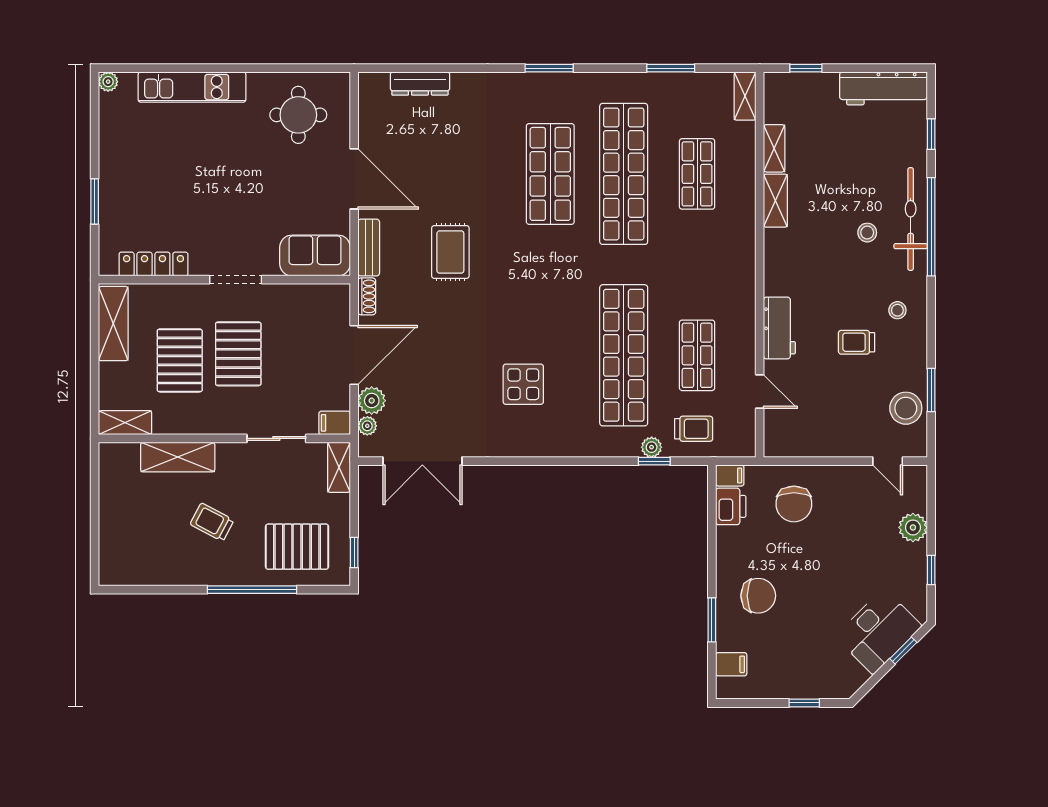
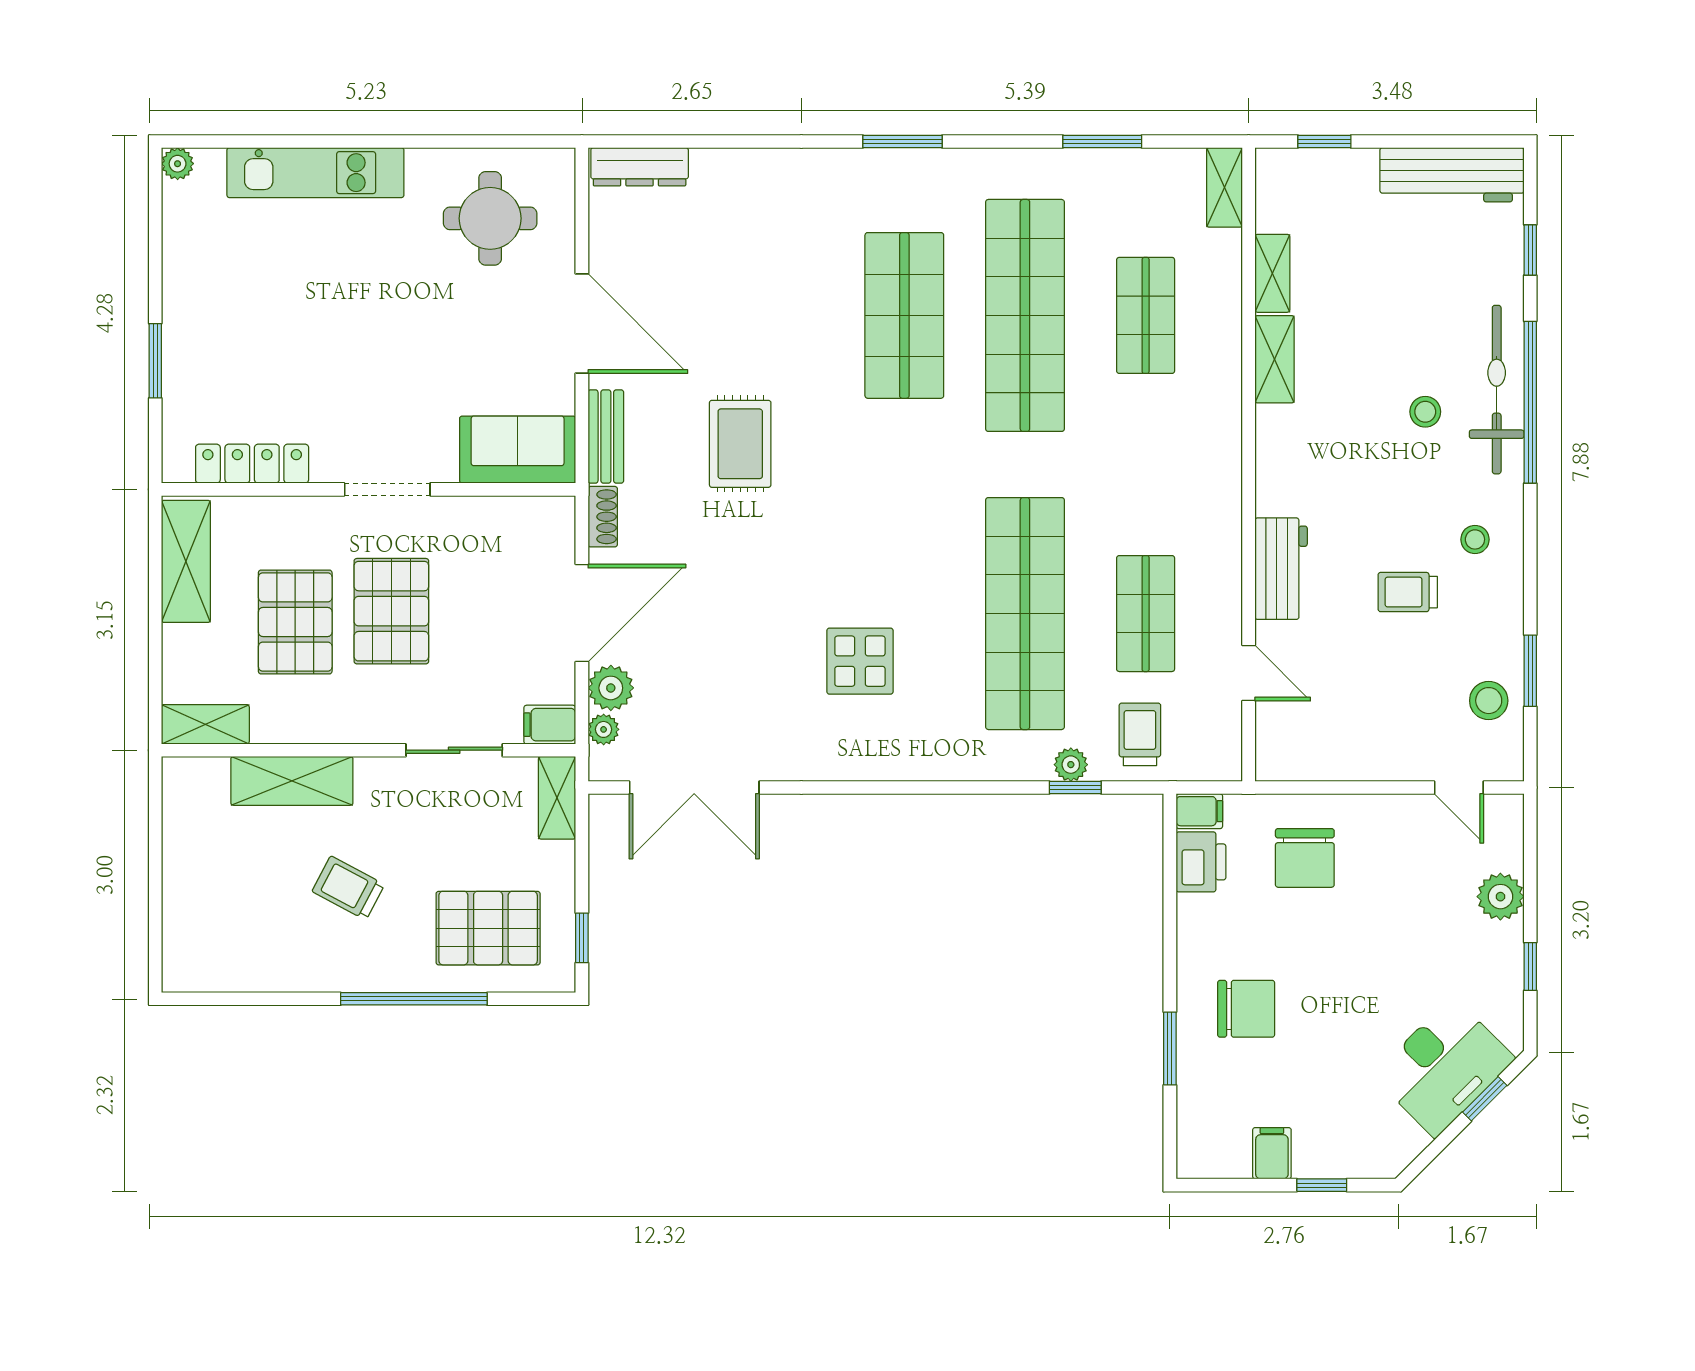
dresser: (420, 83) -> (640, 167), moved
stool: (906, 408) -> (1489, 701), width x0.73, depth x0.73
trolley: (694, 429) -> (1140, 734), turned -90
filing cabinet: (731, 664) -> (1272, 1153), moved, turned -90

